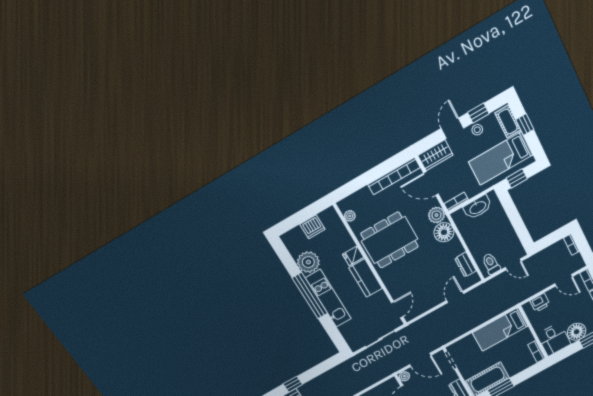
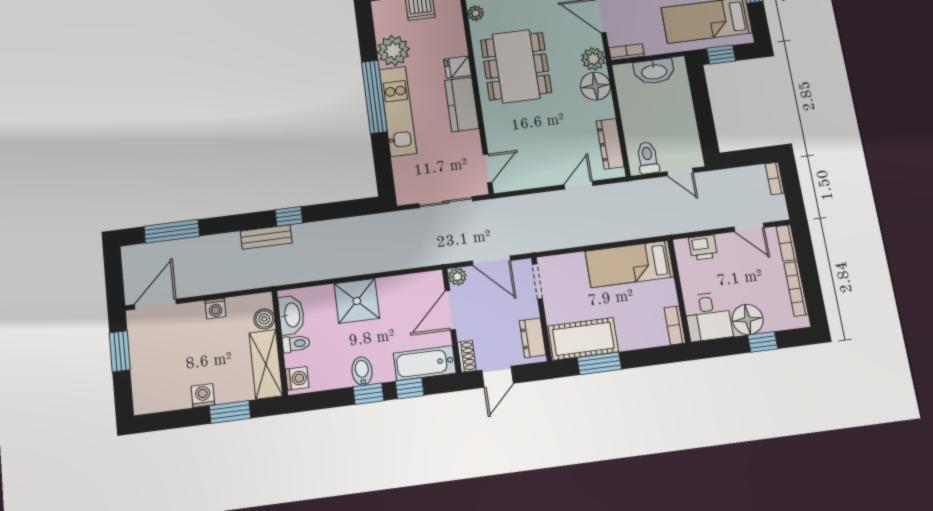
dining table: (390, 240) -> (516, 66), turned 90
dresser: (465, 265) -> (610, 144), width x1.44

